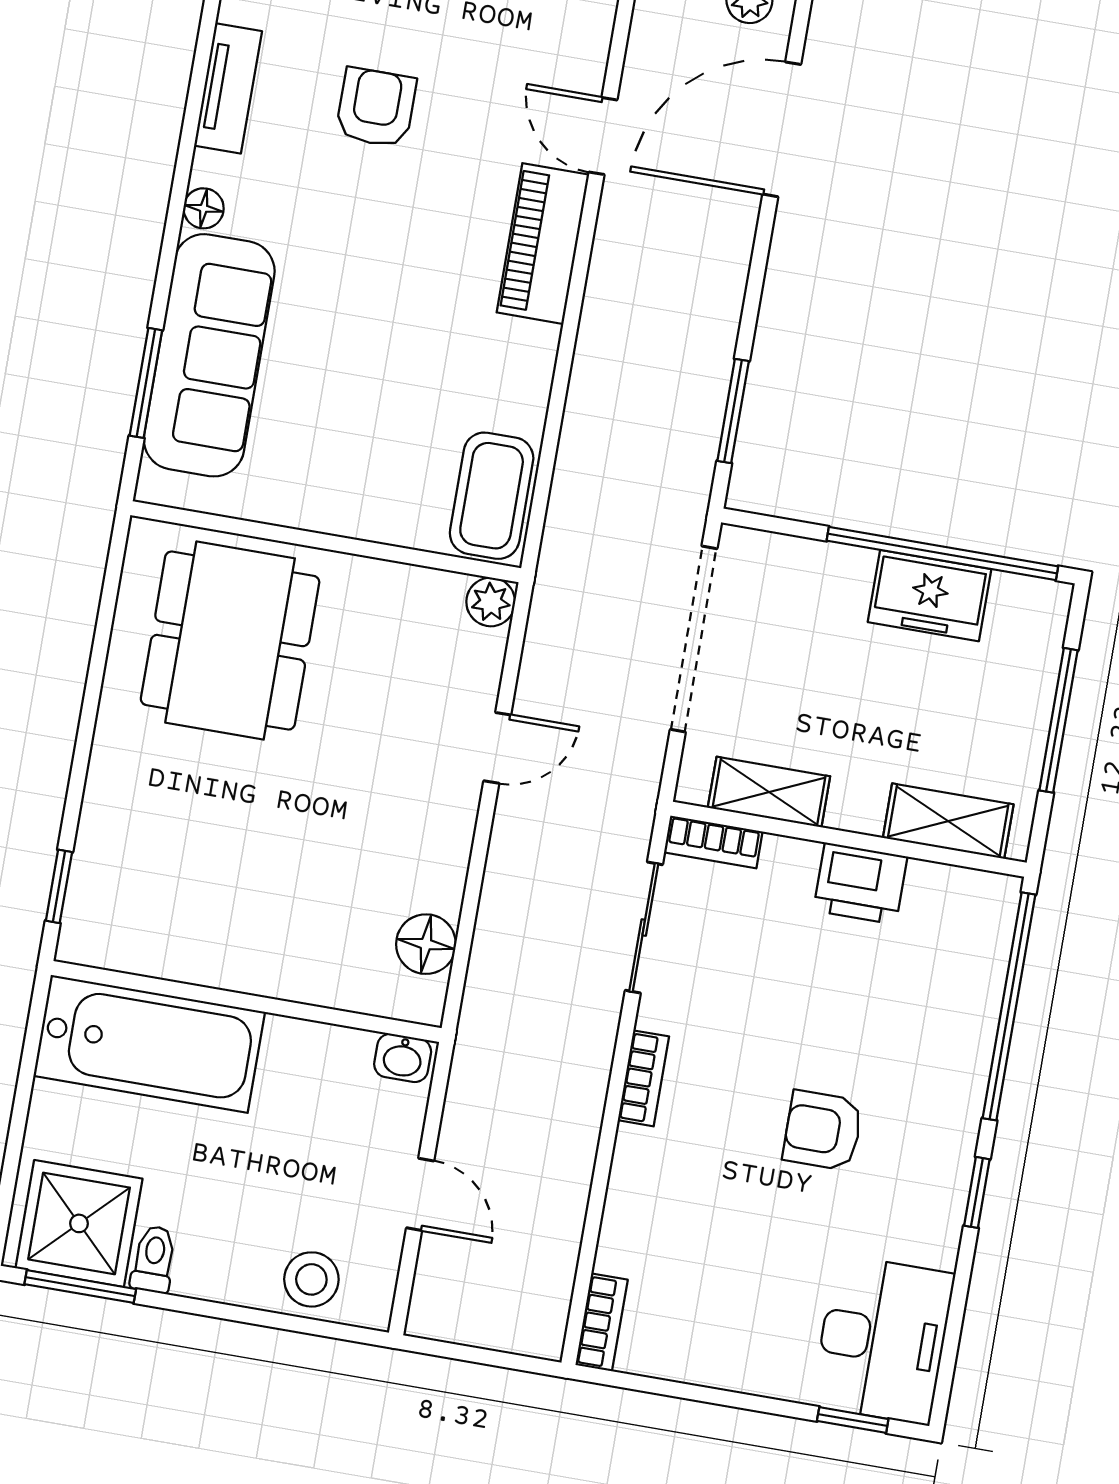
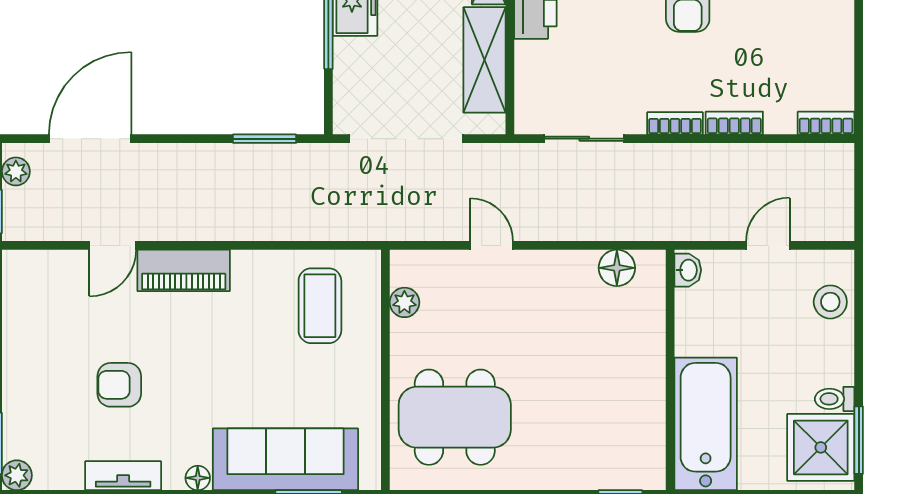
door: (782, 129) -> (90, 139), swing flipped
coffee table: (492, 496) -> (320, 306), moved, turned 90
plant: (491, 602) -> (404, 302), moved
shelving: (769, 792) -> (485, 60), width x1.50, depth x1.33
bookcase: (713, 842) -> (734, 123), moved, turned -90

